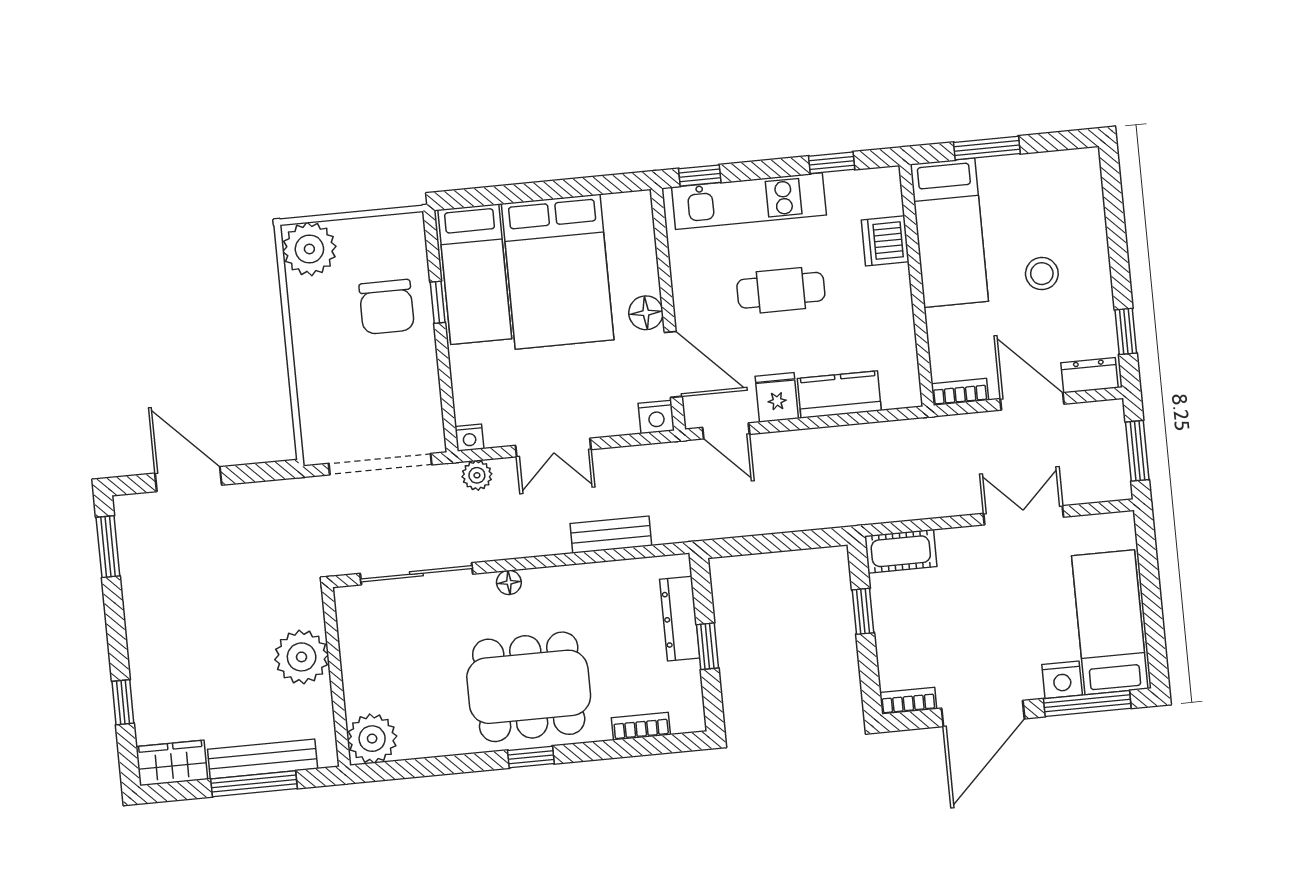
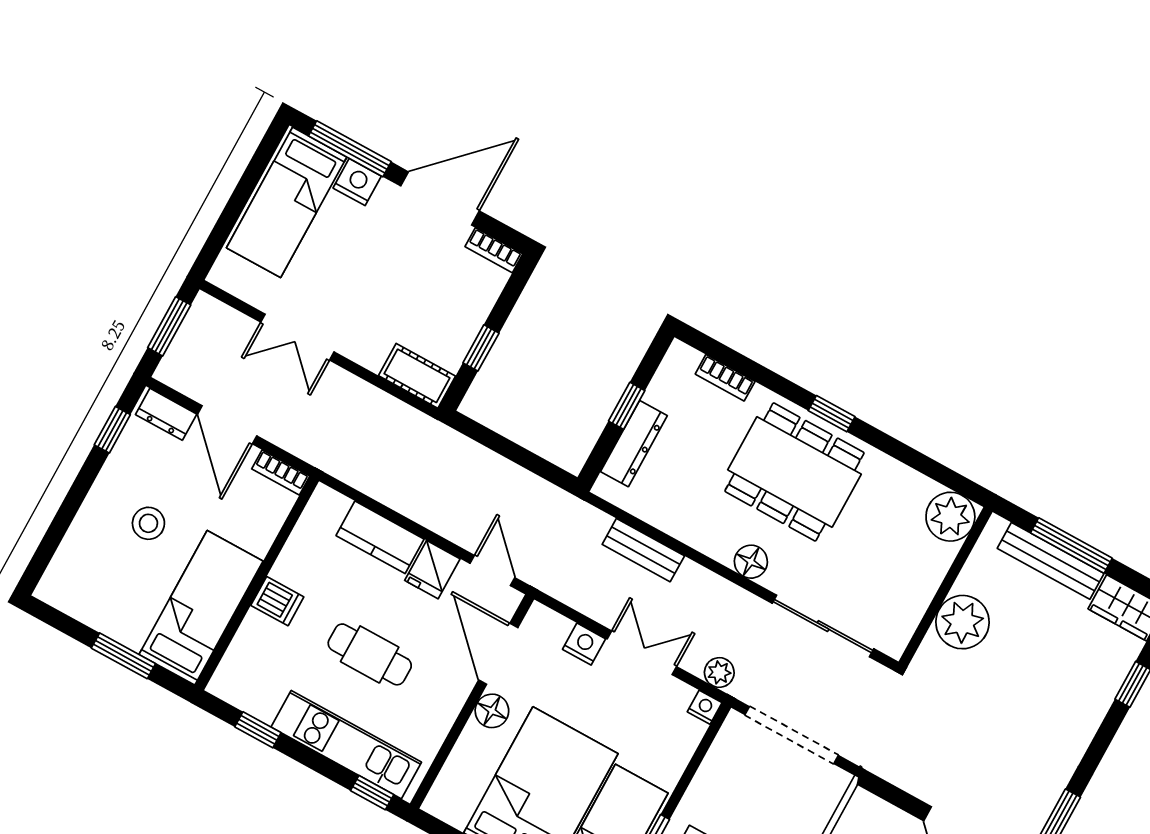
dishwasher: (885, 241) -> (277, 601), moved, width x0.73
nightstand: (656, 417) -> (584, 644), moved
floor lamp: (509, 582) -> (751, 562), width x1.37, depth x1.37

